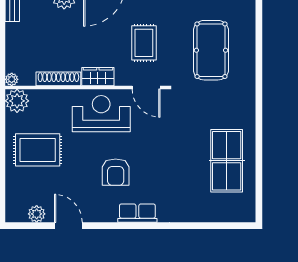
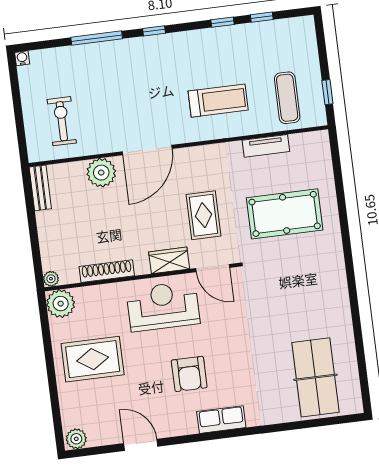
pool table: (211, 50) -> (285, 214), turned 90
wardrobe: (98, 77) -> (169, 260), moved
table tennis table: (227, 161) -> (315, 377), moved
plant: (37, 214) -> (76, 439), moved

